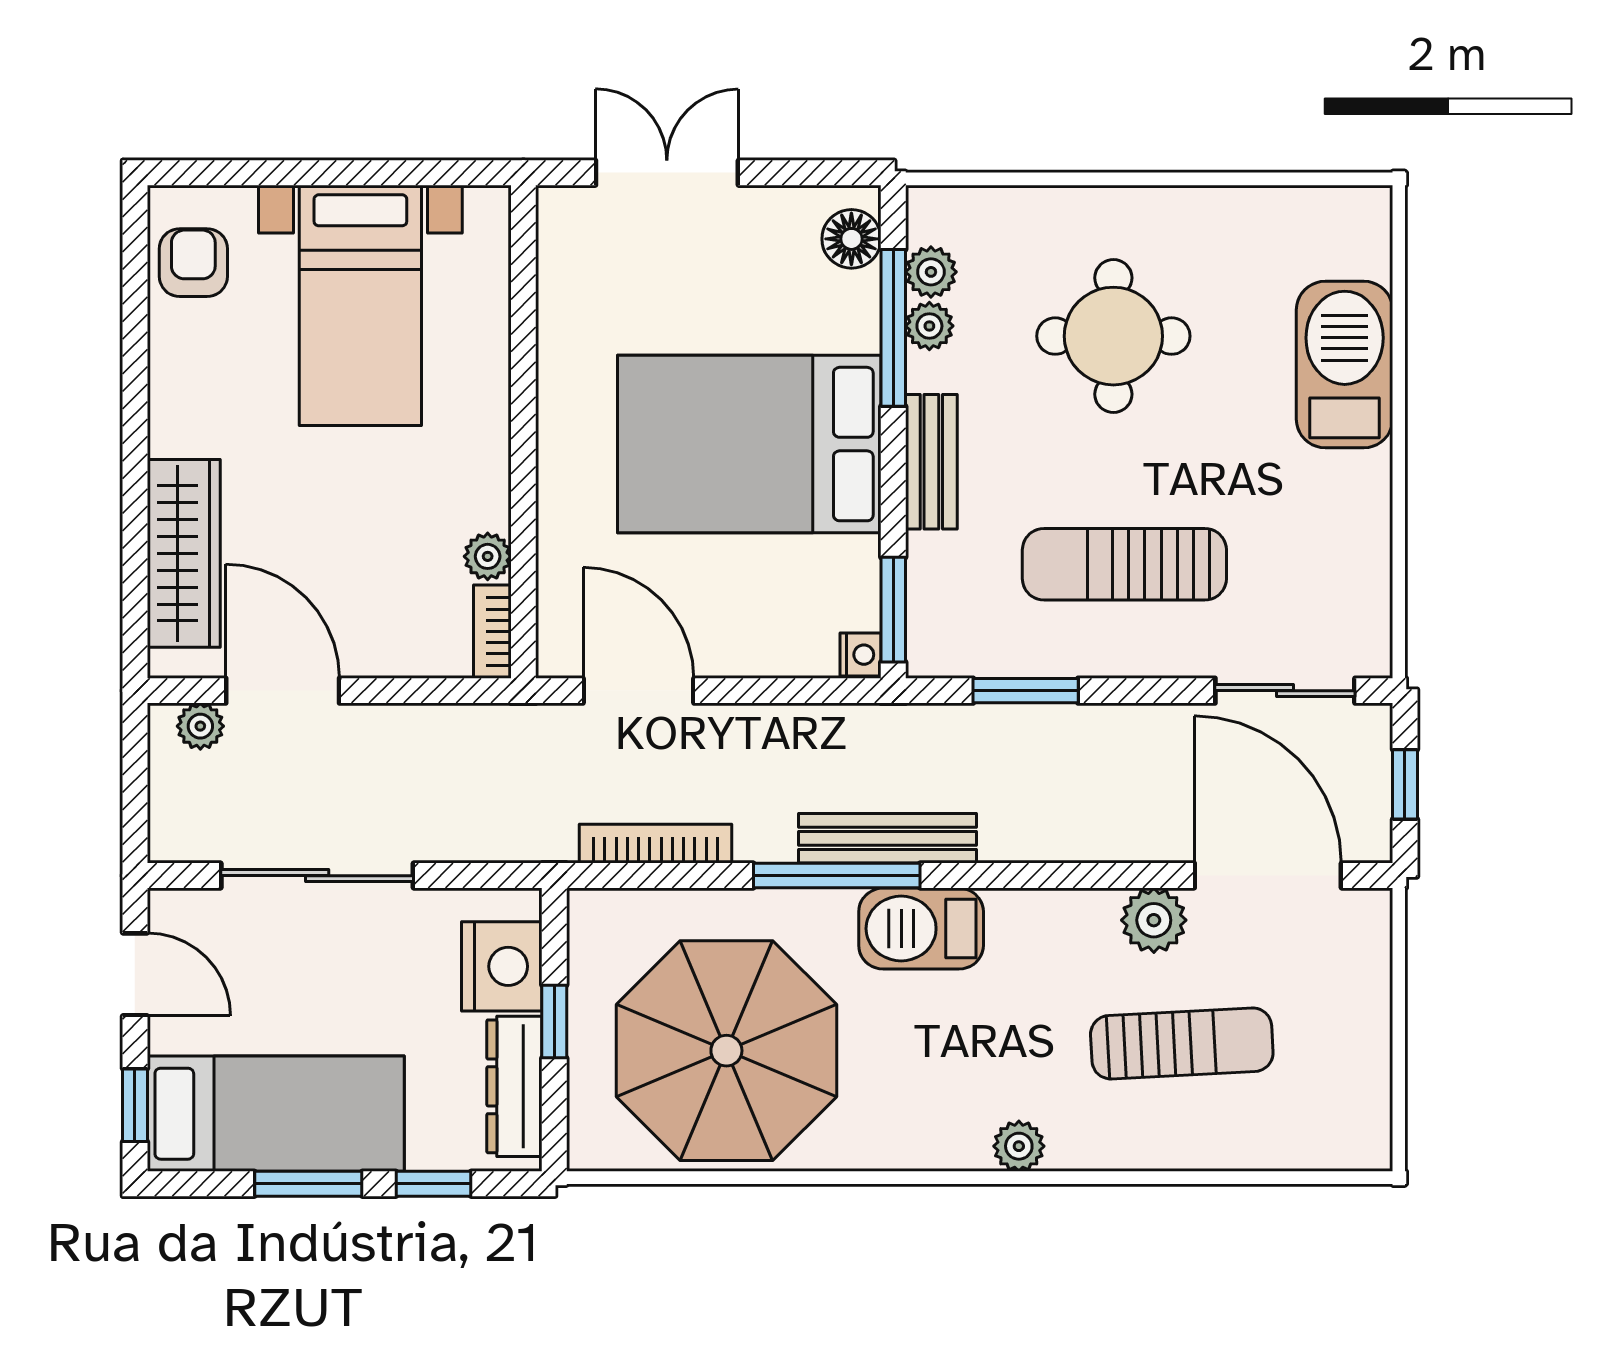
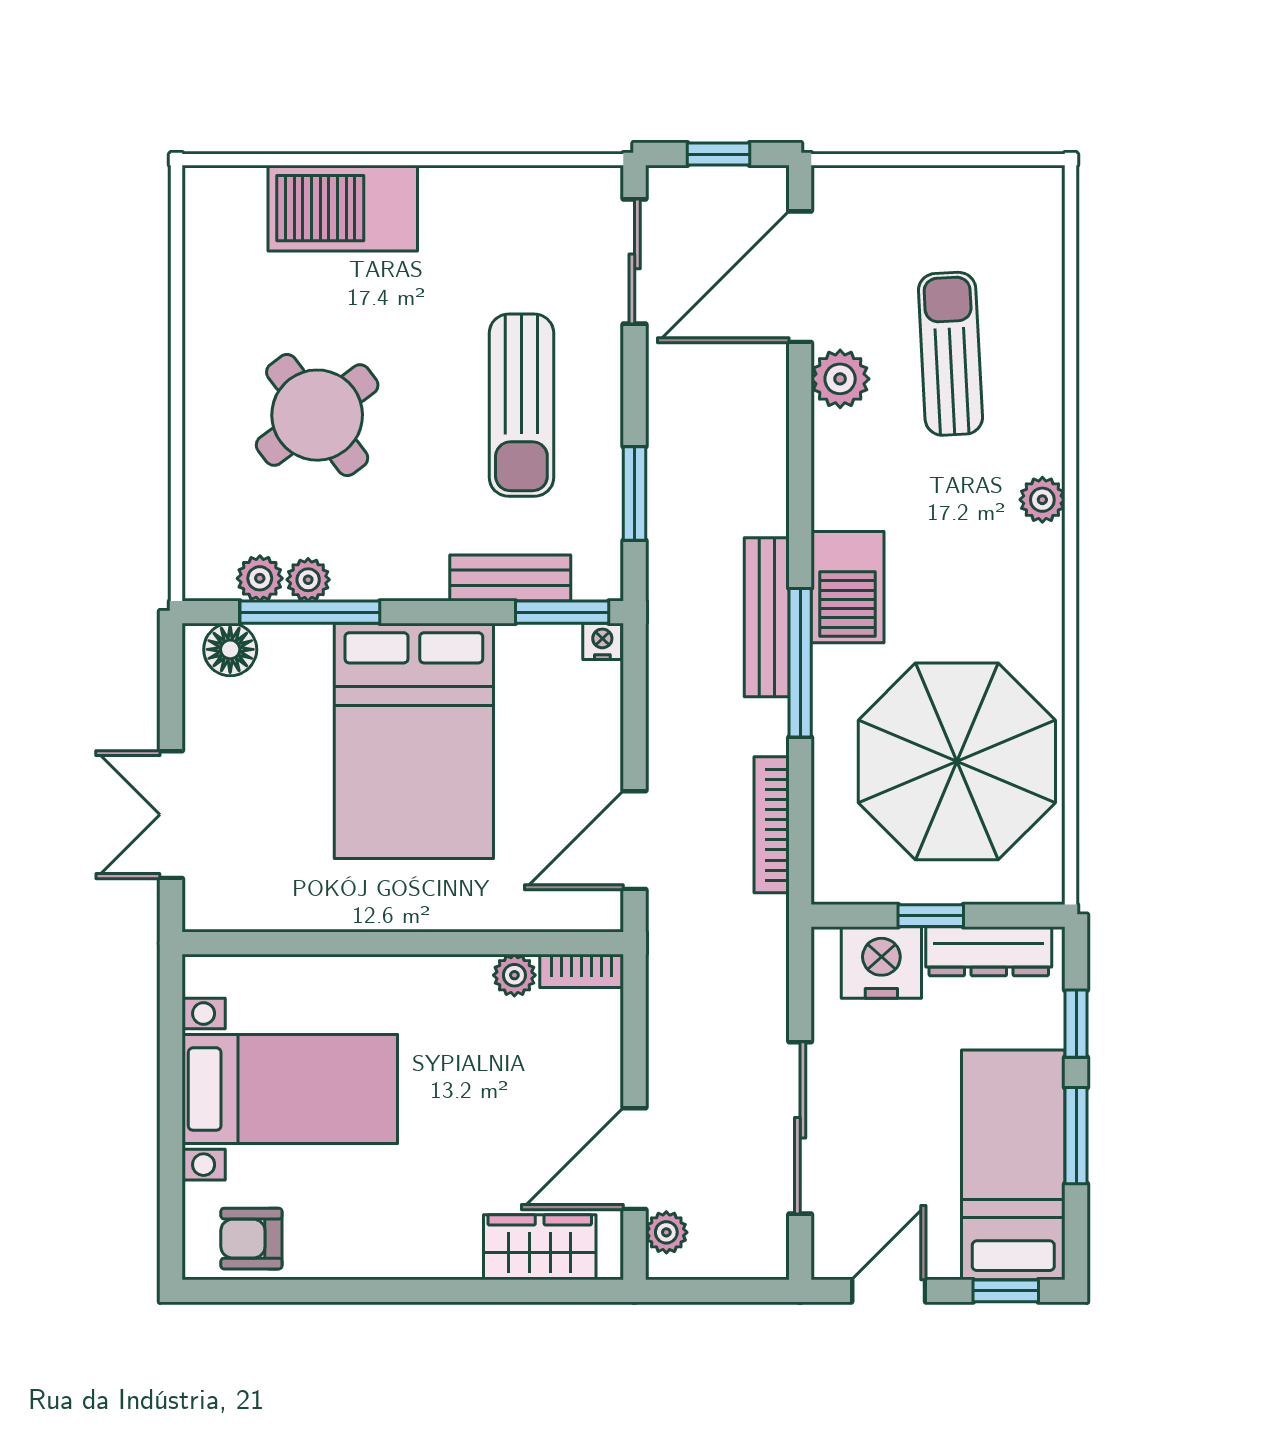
round table: (1113, 336) -> (317, 415), turned -37
bench: (931, 462) -> (510, 578), moved
wardrobe: (184, 553) -> (540, 1247), width x0.67

